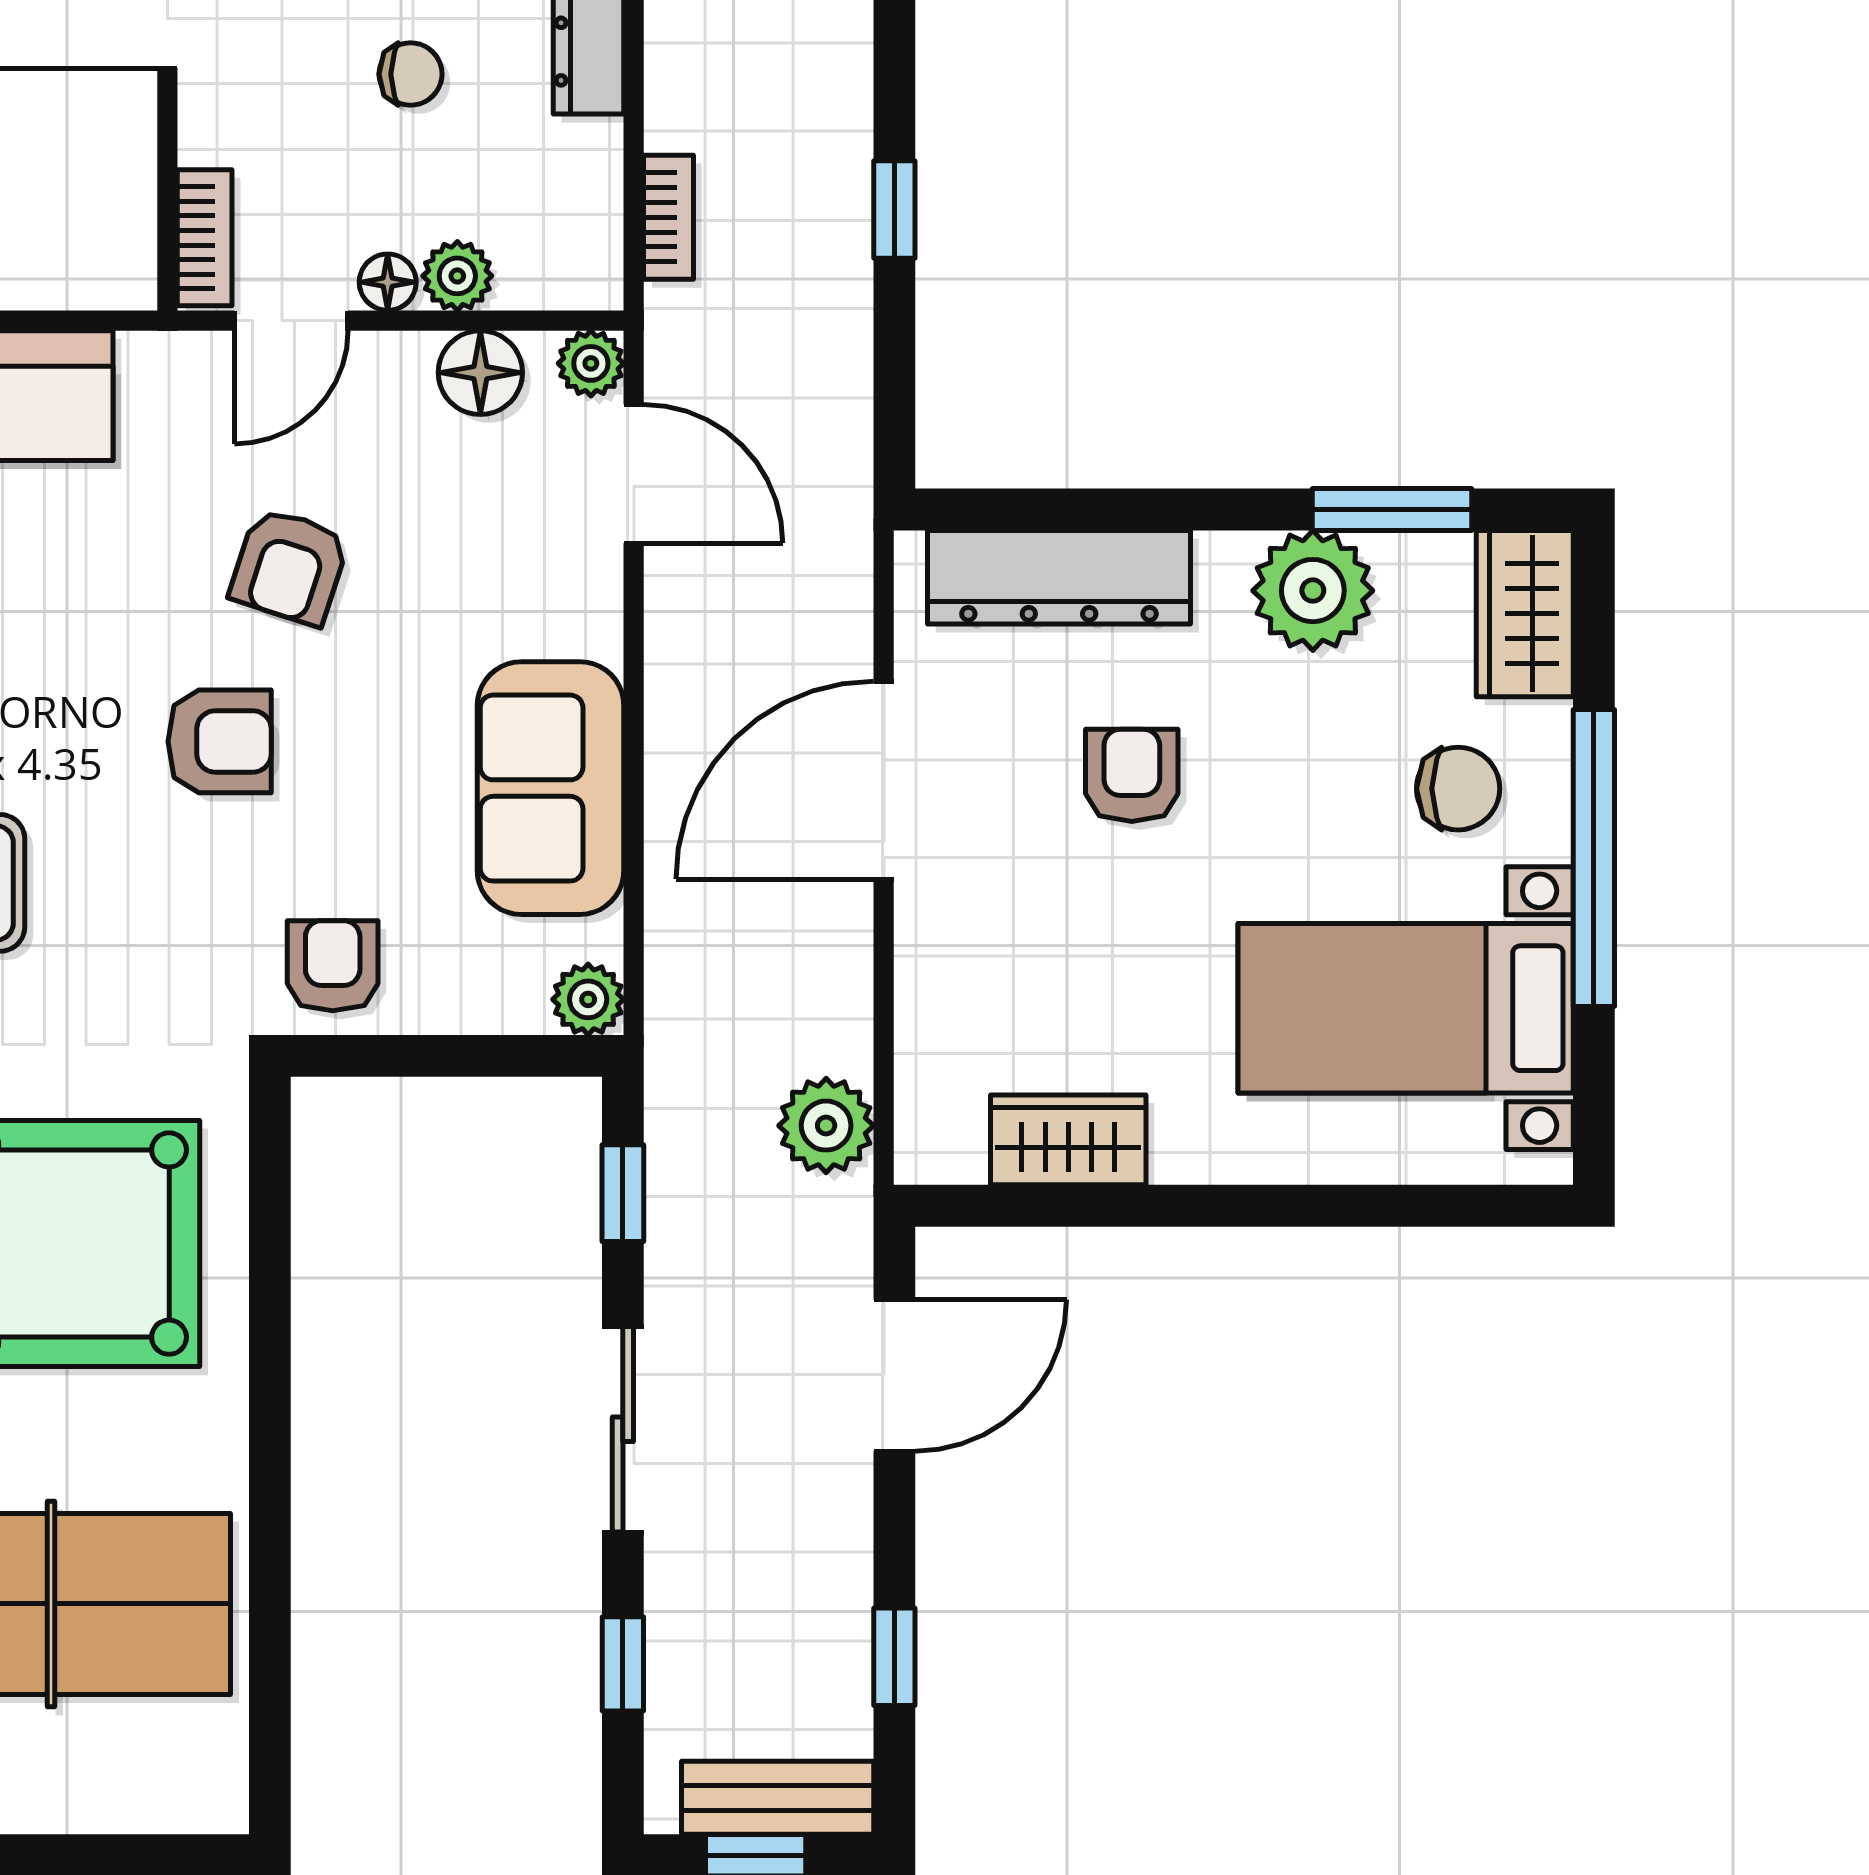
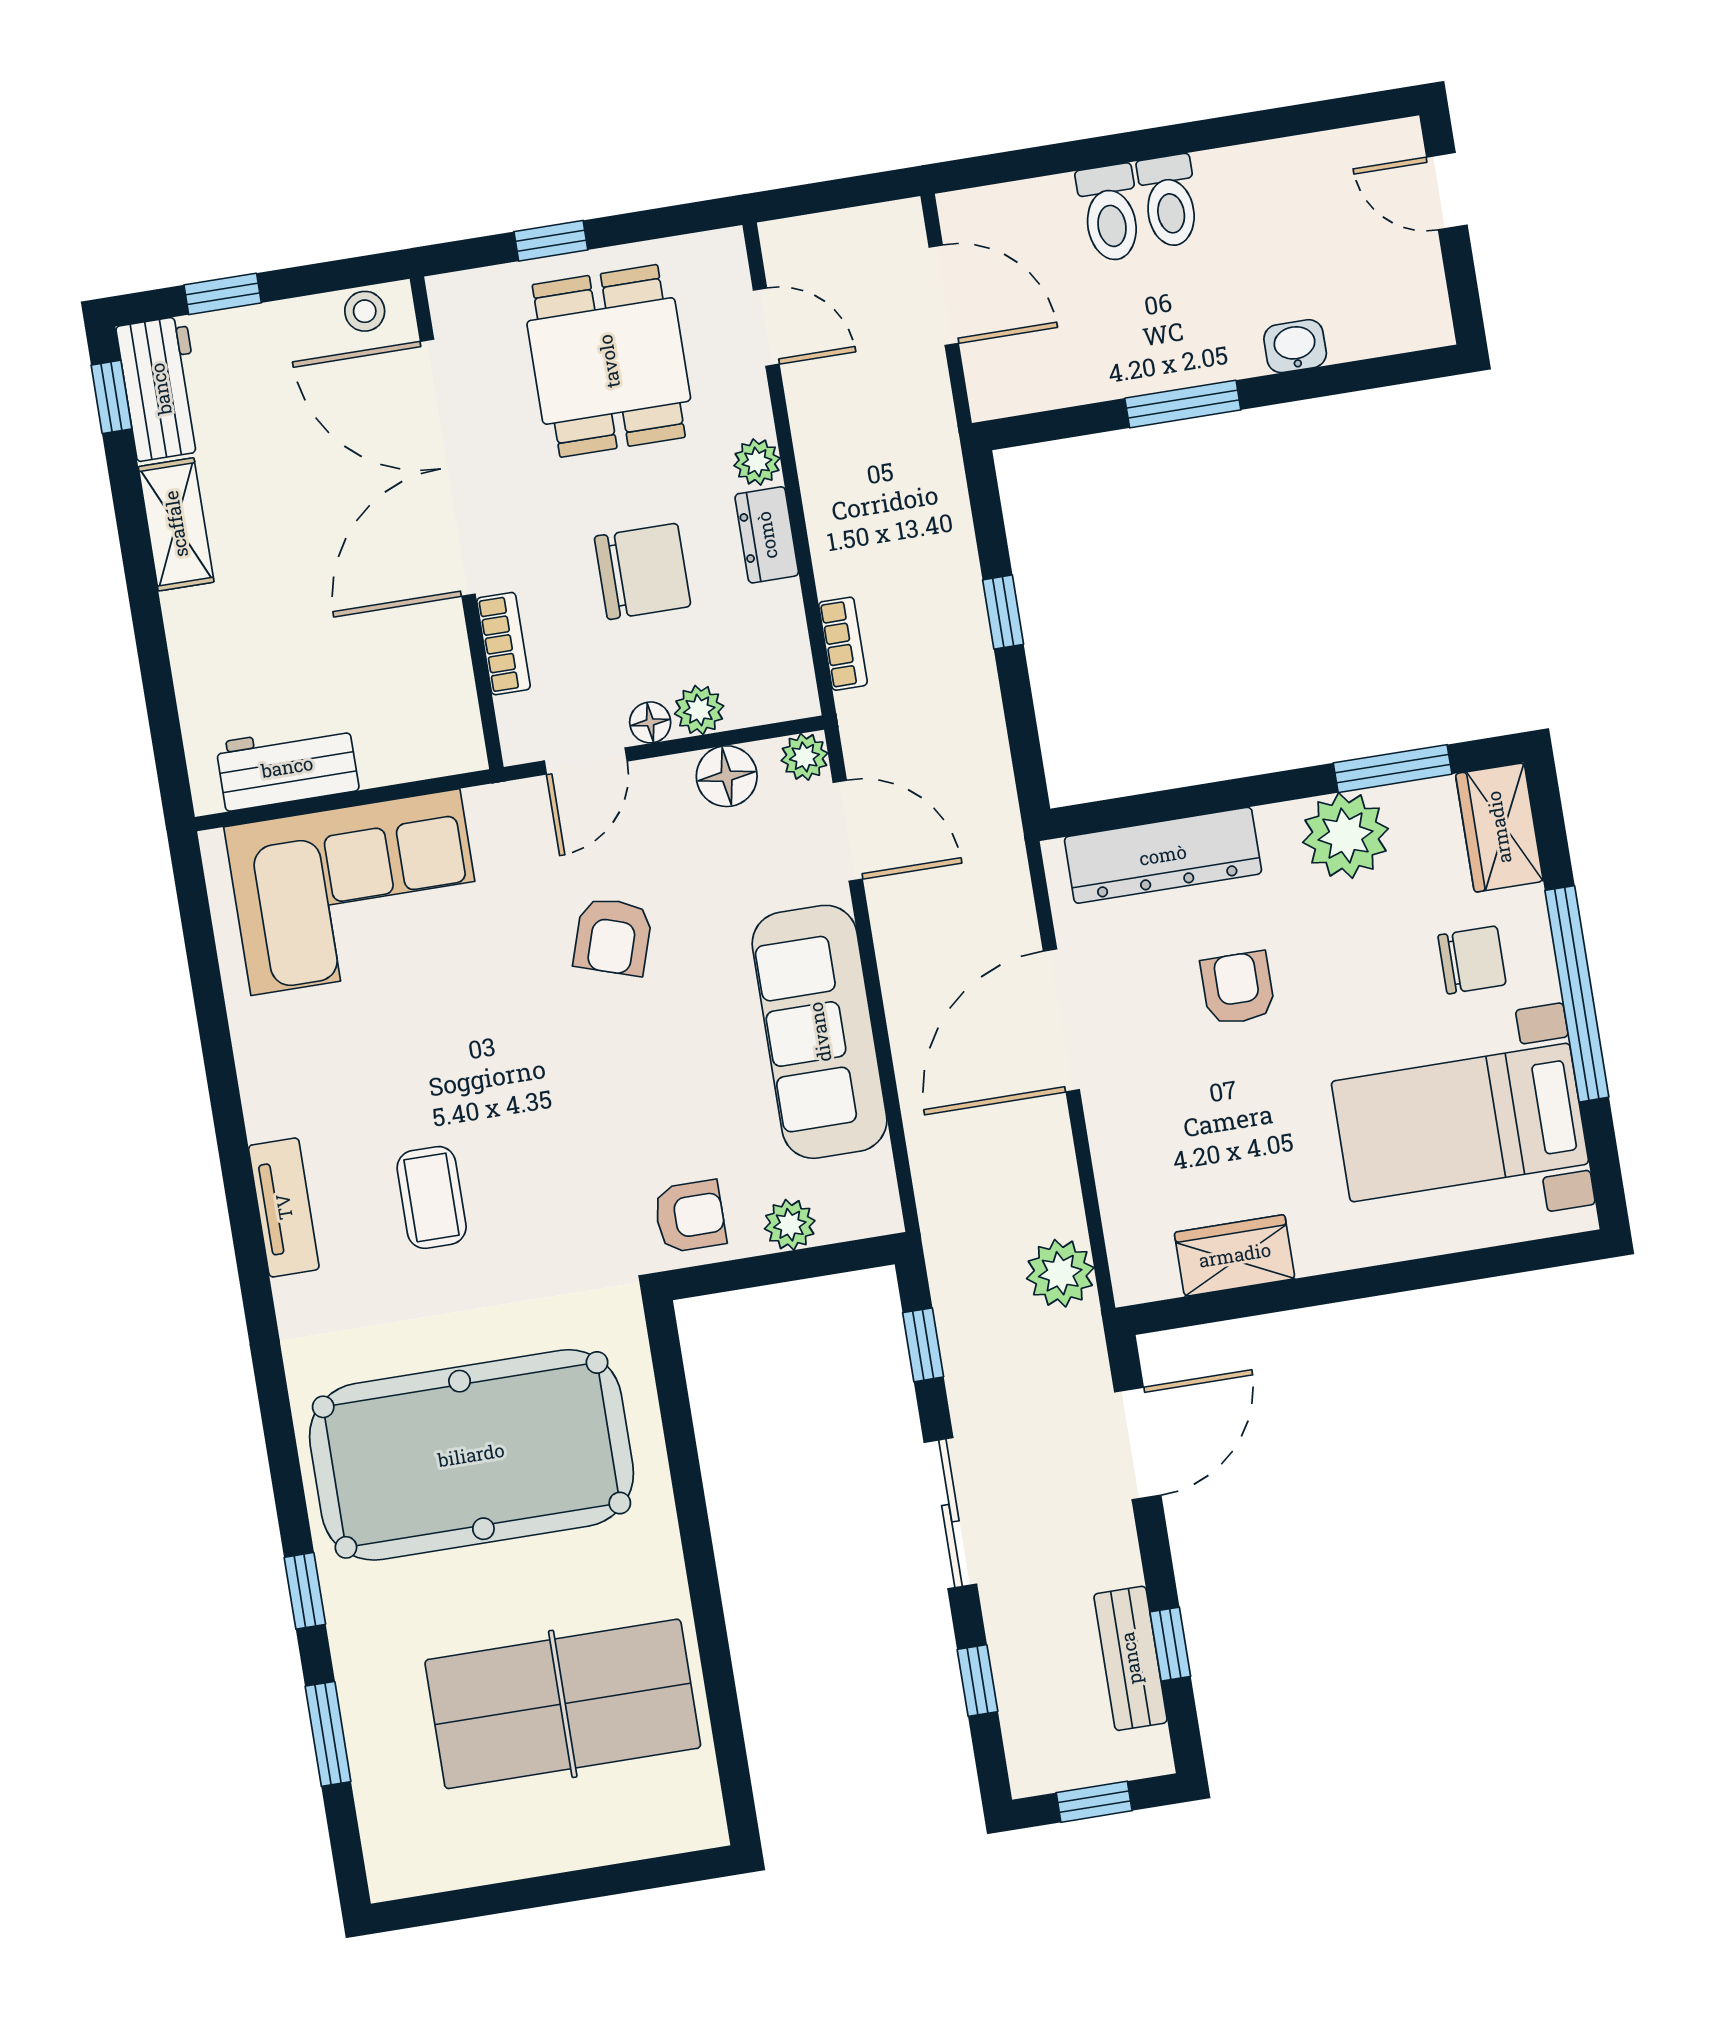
chair: (411, 74) -> (642, 571), width x1.87, depth x1.87
bookcase: (205, 238) -> (504, 644), moved
armchair: (220, 741) -> (583, 1069), removed
sofa: (551, 788) -> (820, 1032), width x1.36
armchair: (333, 966) -> (690, 1216), turned 90
plant: (588, 999) -> (790, 1225), moved
bench: (778, 1798) -> (1131, 1658), moved, turned 90

